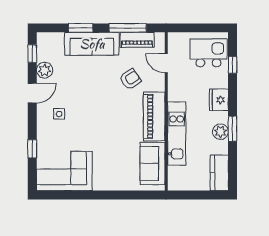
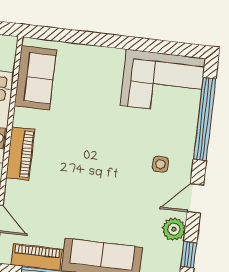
armchair: (130, 79) -> (53, 202), removed
piano: (154, 116) -> (20, 154), width x0.73, depth x0.75
window: (32, 149) -> (205, 119), width x3.17

